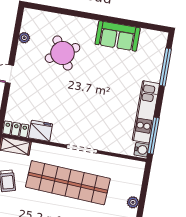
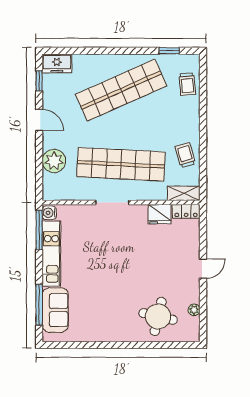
sofa: (118, 36) -> (55, 310), moved, turned 90
round table: (63, 53) -> (158, 316), moved, turned 45
plant: (133, 202) -> (54, 161), width x1.87, depth x1.87

